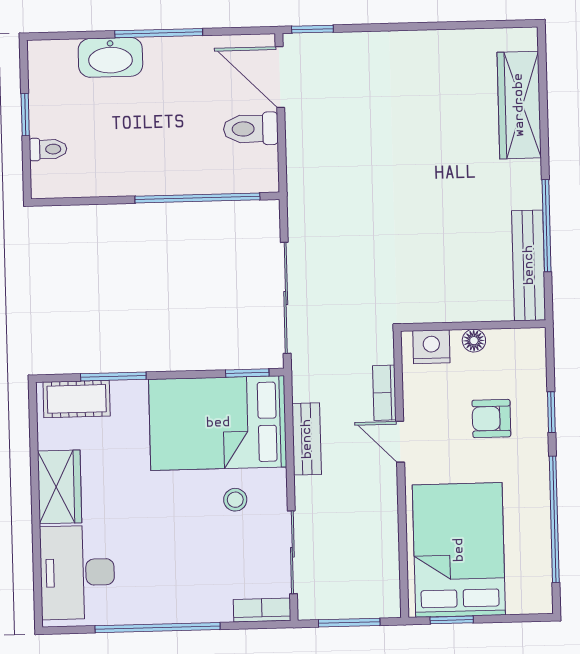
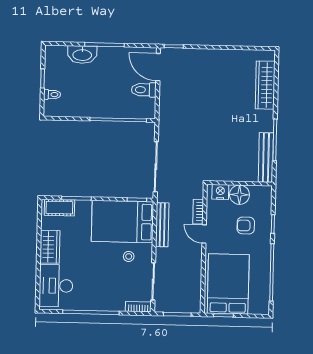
floor lamp: (474, 341) -> (239, 195), width x1.89, depth x1.89
bench: (307, 439) -> (162, 225), width x1.36

